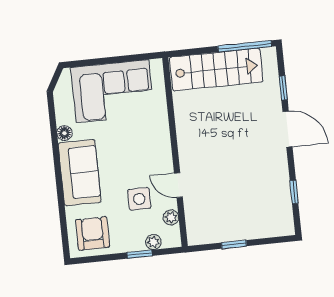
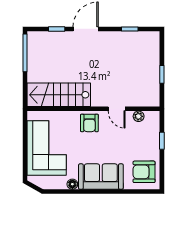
stairs: (216, 69) -> (59, 95), moved, turned -90
armchair: (154, 148) -> (89, 123), added
door: (178, 185) -> (117, 109), hinge flipped
side table: (139, 199) -> (123, 137), removed
plant: (153, 242) -> (154, 130), removed

